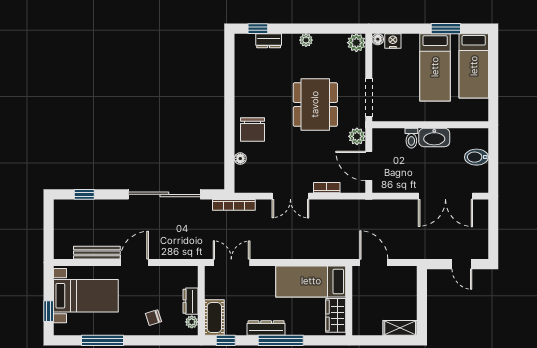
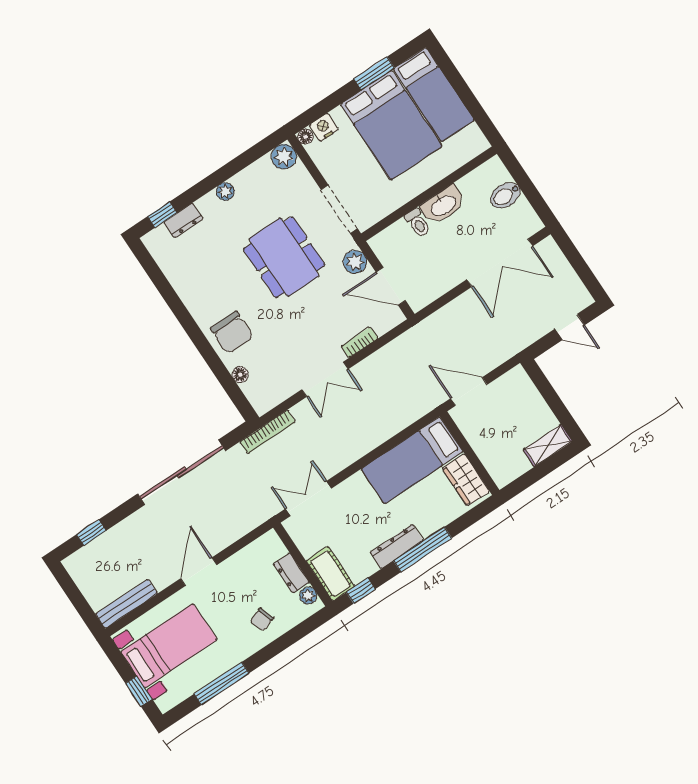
bed: (435, 67) -> (391, 125), width x1.50
bench: (97, 253) -> (127, 604), moved

